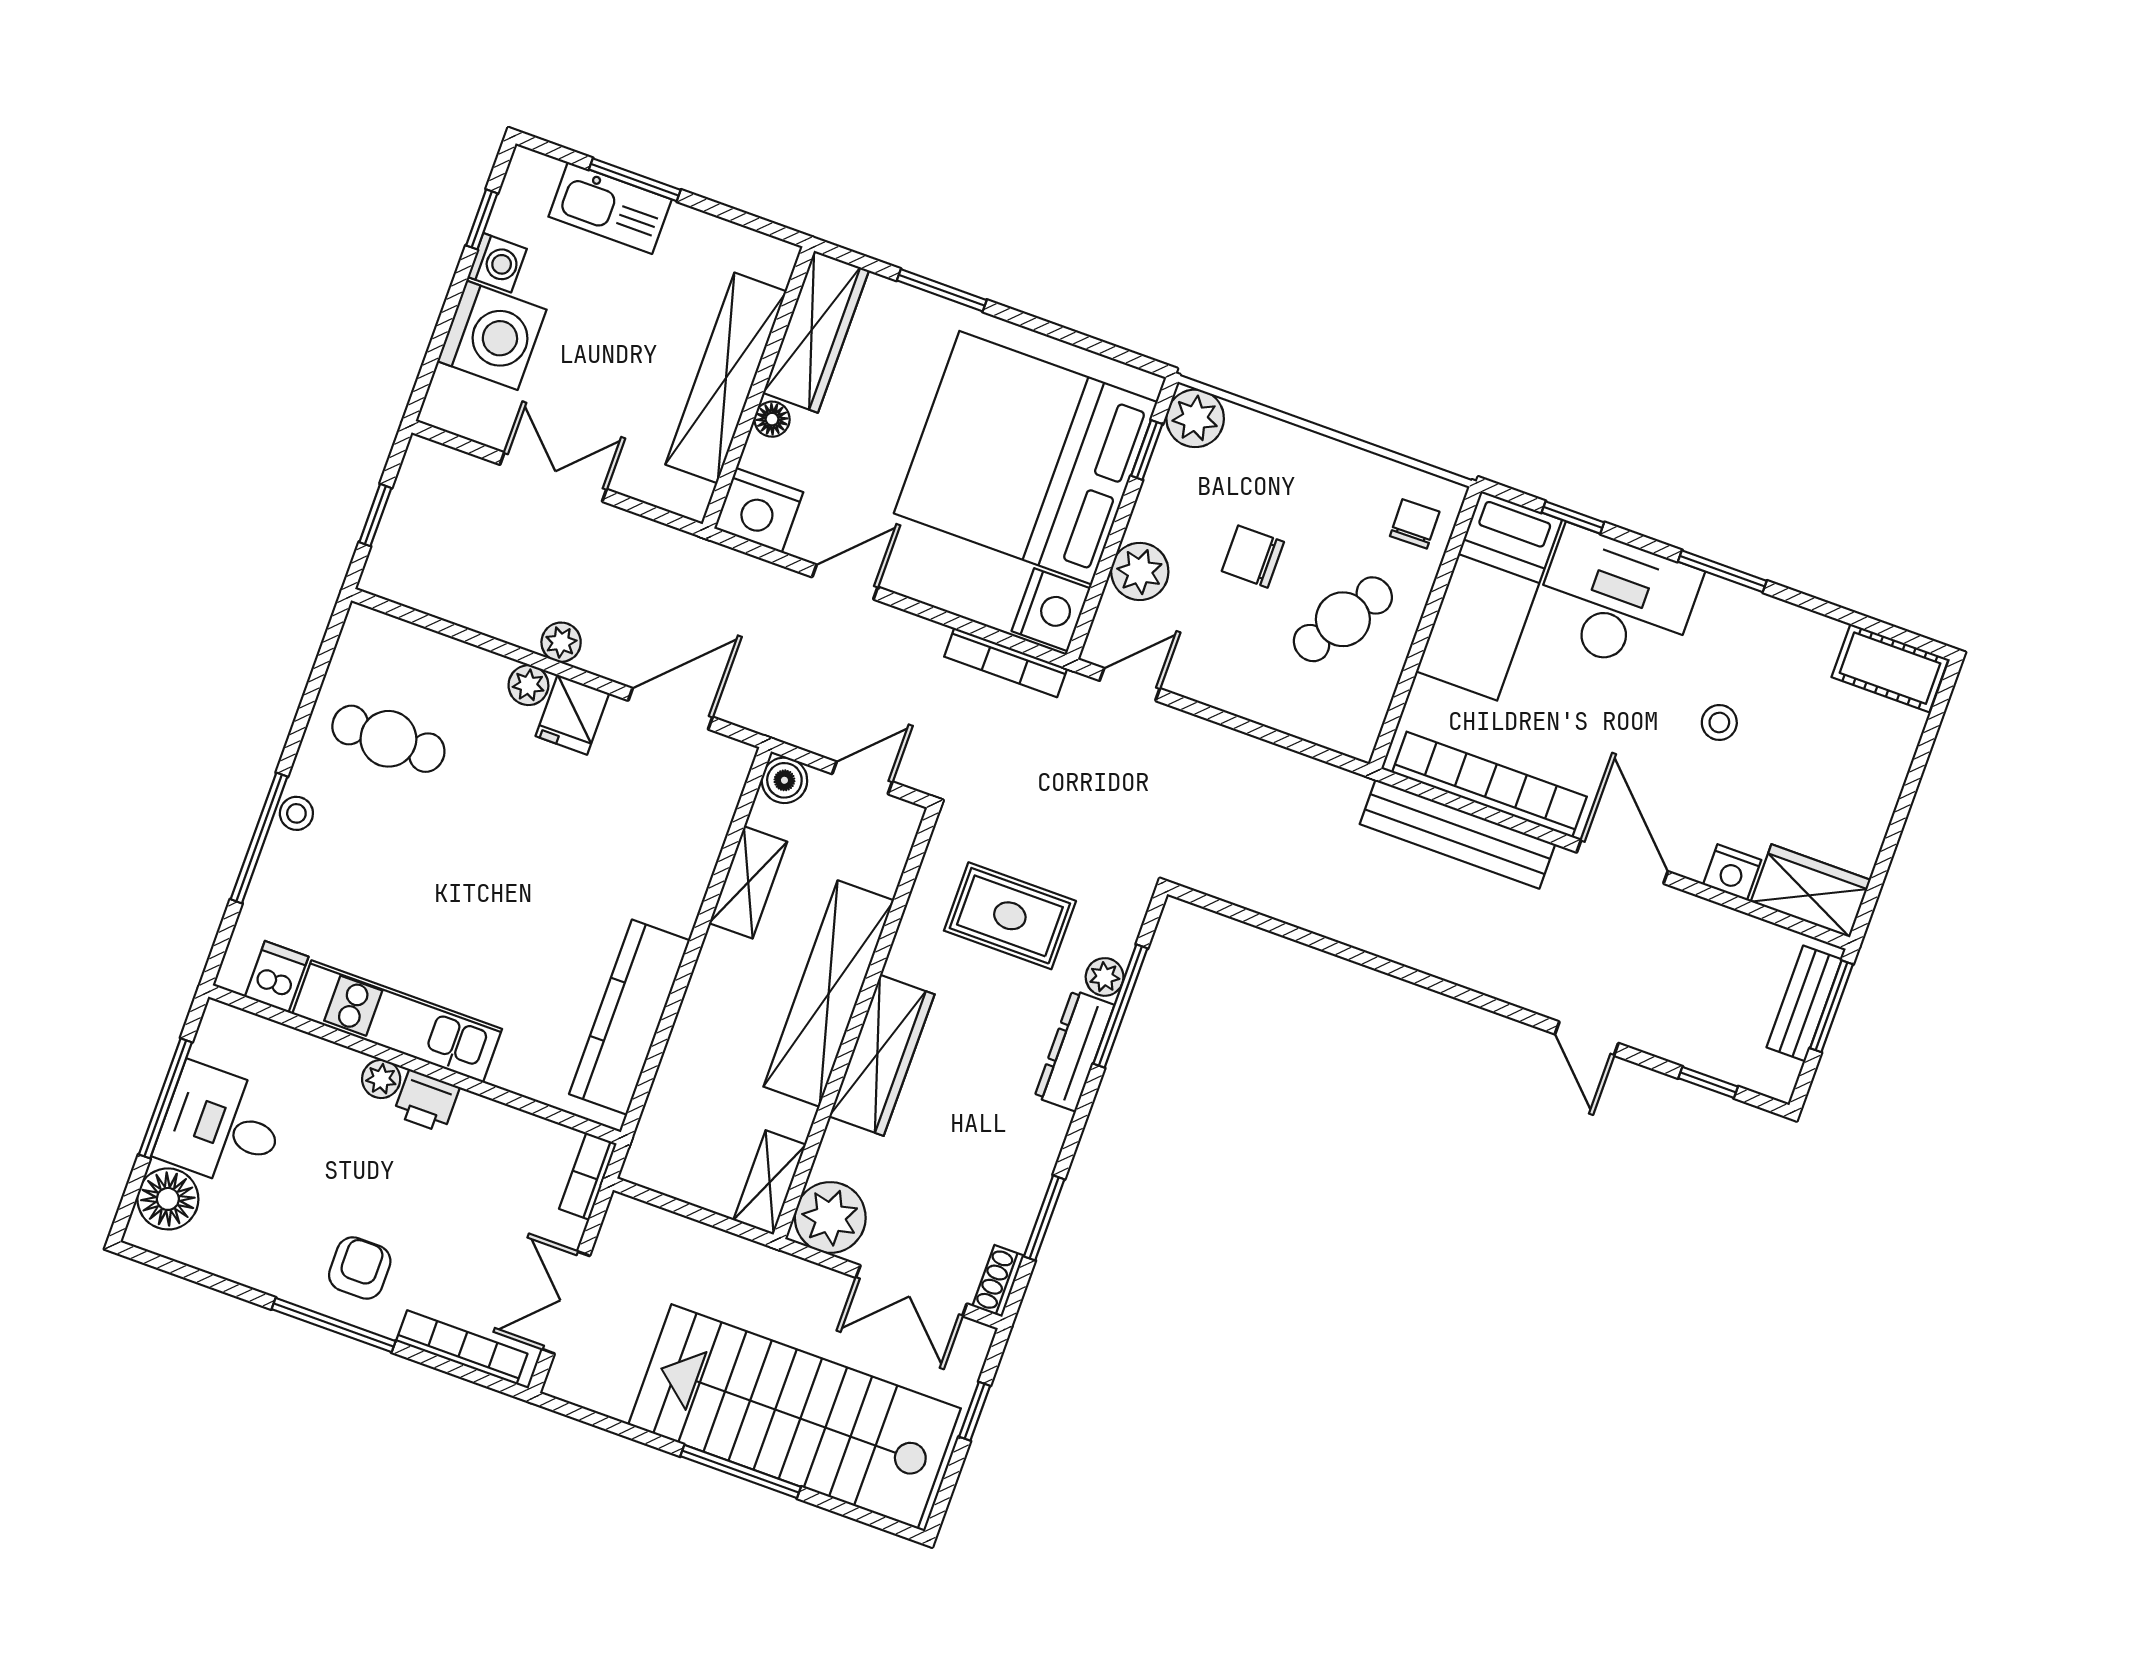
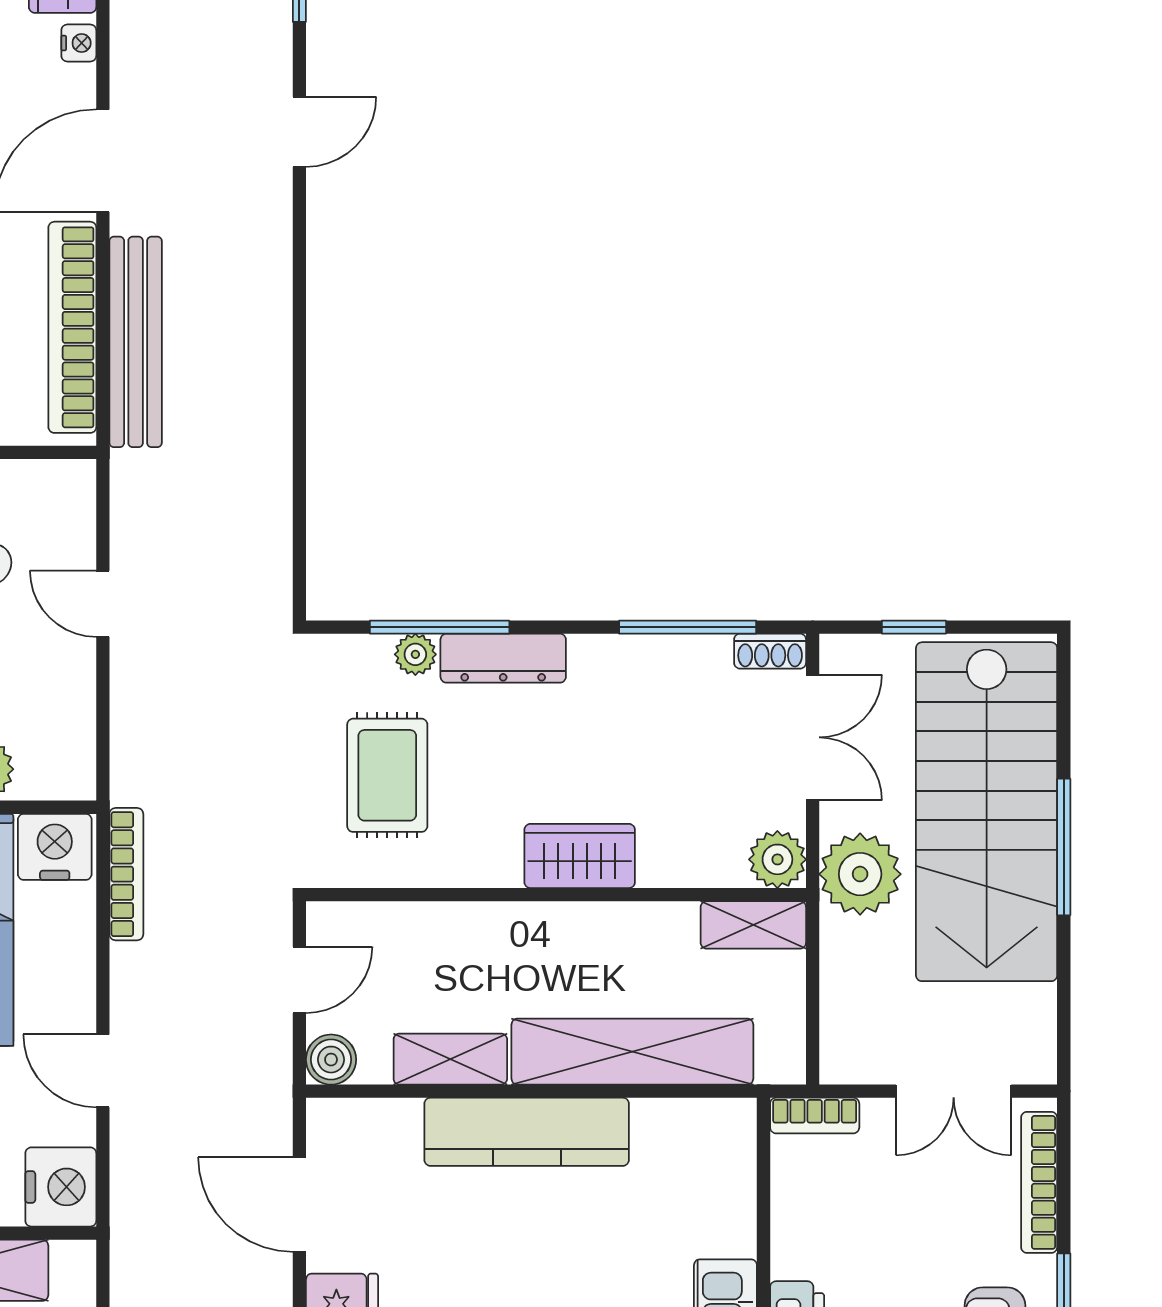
door: (1130, 685) -> (103, 604), moved
door: (862, 778) -> (299, 980), swing flipped
nightstand: (1732, 872) -> (79, 43), width x0.72, depth x0.74
shelving: (829, 994) -> (632, 1052), moved
kitchen counter: (629, 1017) -> (527, 1132), moved
wardrobe: (882, 1055) -> (580, 856), width x0.67
plant: (830, 1217) -> (777, 859), width x0.73, depth x0.73
window: (1044, 1218) -> (688, 627), width x1.44
plant: (780, 1289) -> (860, 874), added

